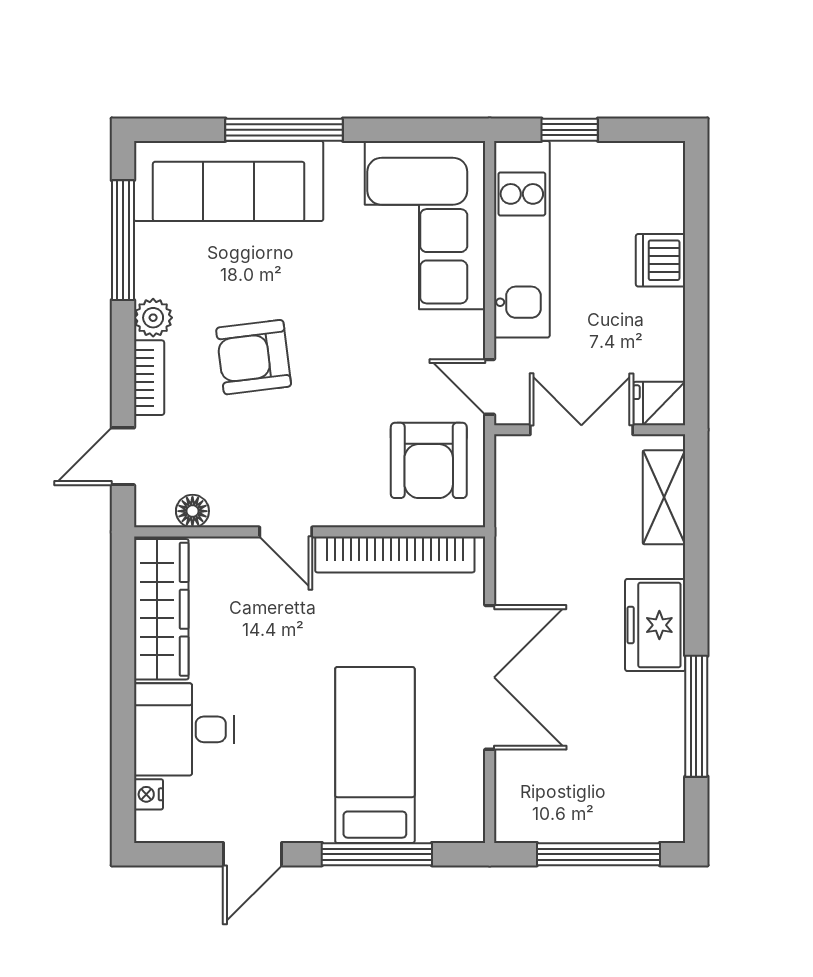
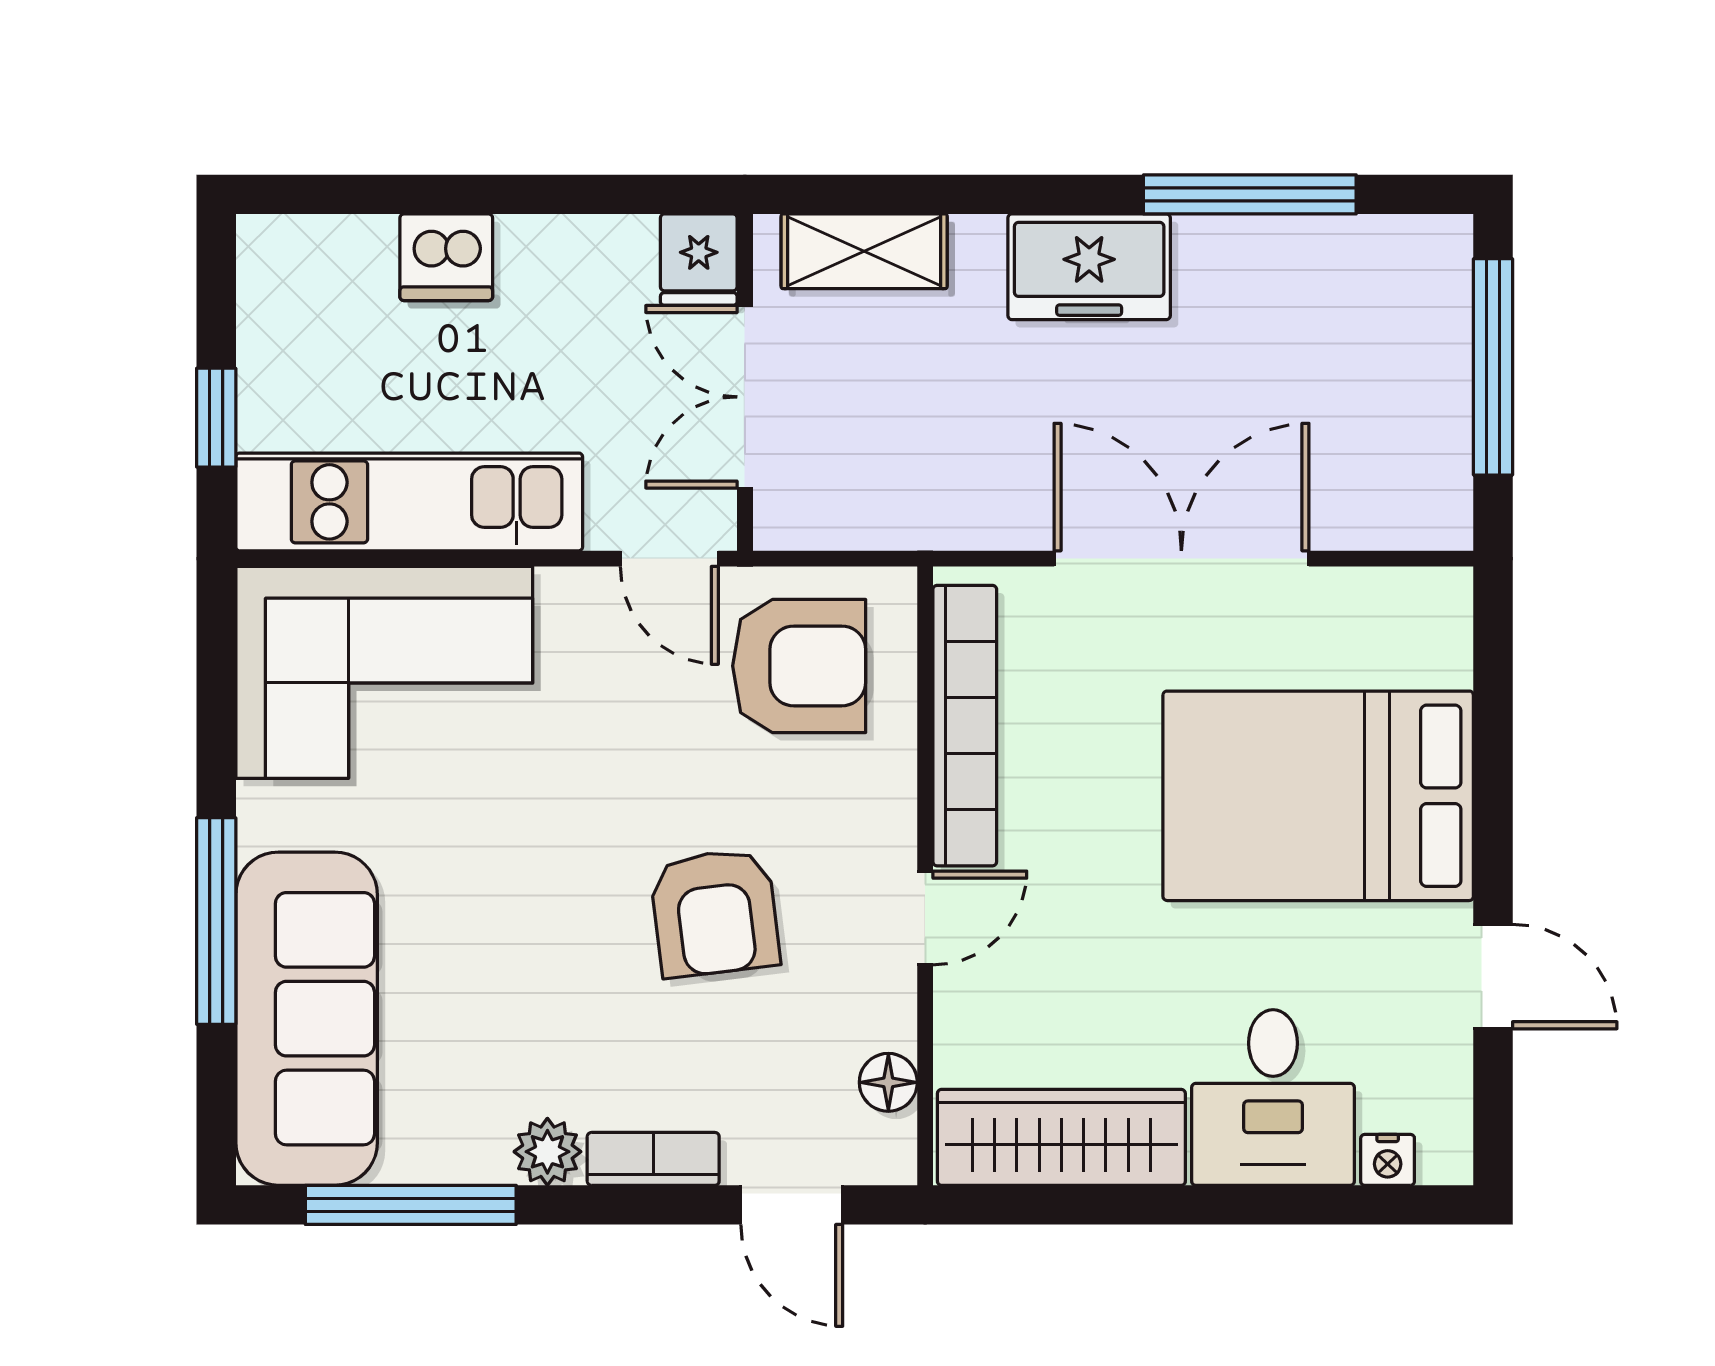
armchair: (254, 357) -> (715, 913), moved
door: (490, 387) -> (669, 559), hinge flipped
bed: (375, 755) -> (1318, 796), width x1.50
window: (377, 854) -> (1493, 757), removed

